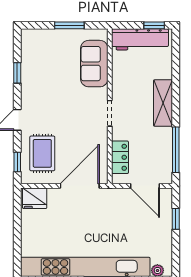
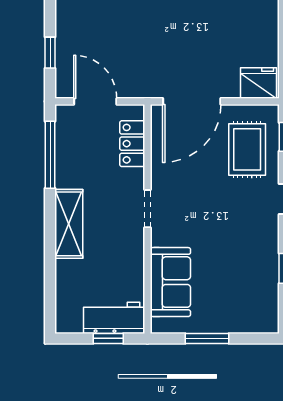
window: (154, 25) -> (108, 338), moved
workbench: (140, 39) -> (114, 318), width x0.73

